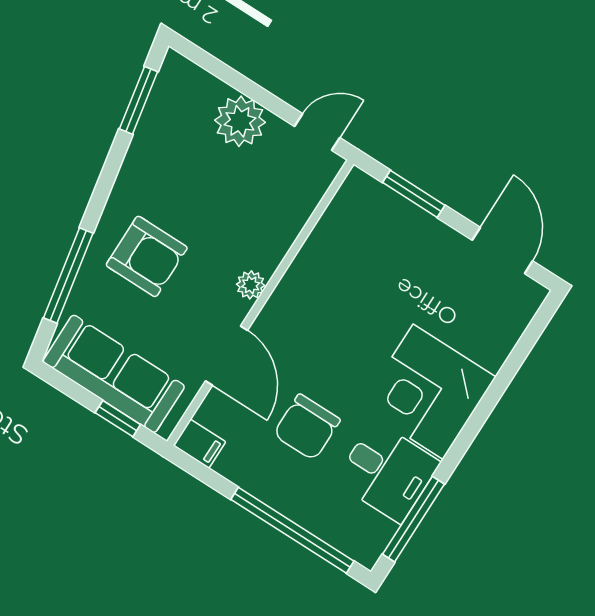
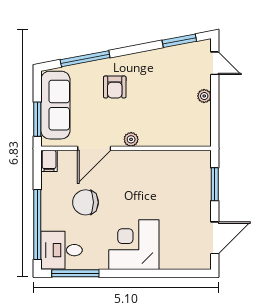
plant: (240, 121) -> (204, 96), width x0.53, depth x0.53
door: (317, 132) -> (215, 63), moved
armchair: (147, 256) -> (115, 87), width x0.72, depth x0.72
window: (118, 419) -> (37, 119), width x1.50
desk: (387, 472) -> (62, 250), moved, turned 90

